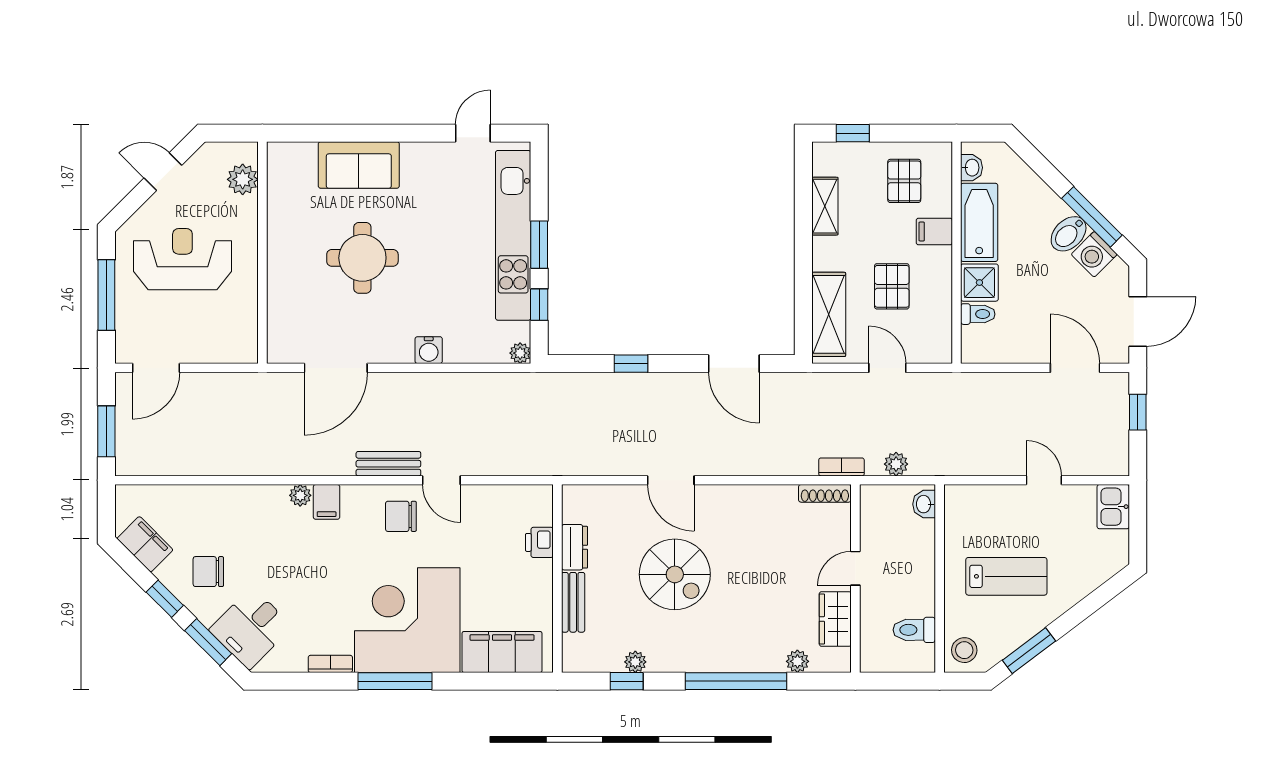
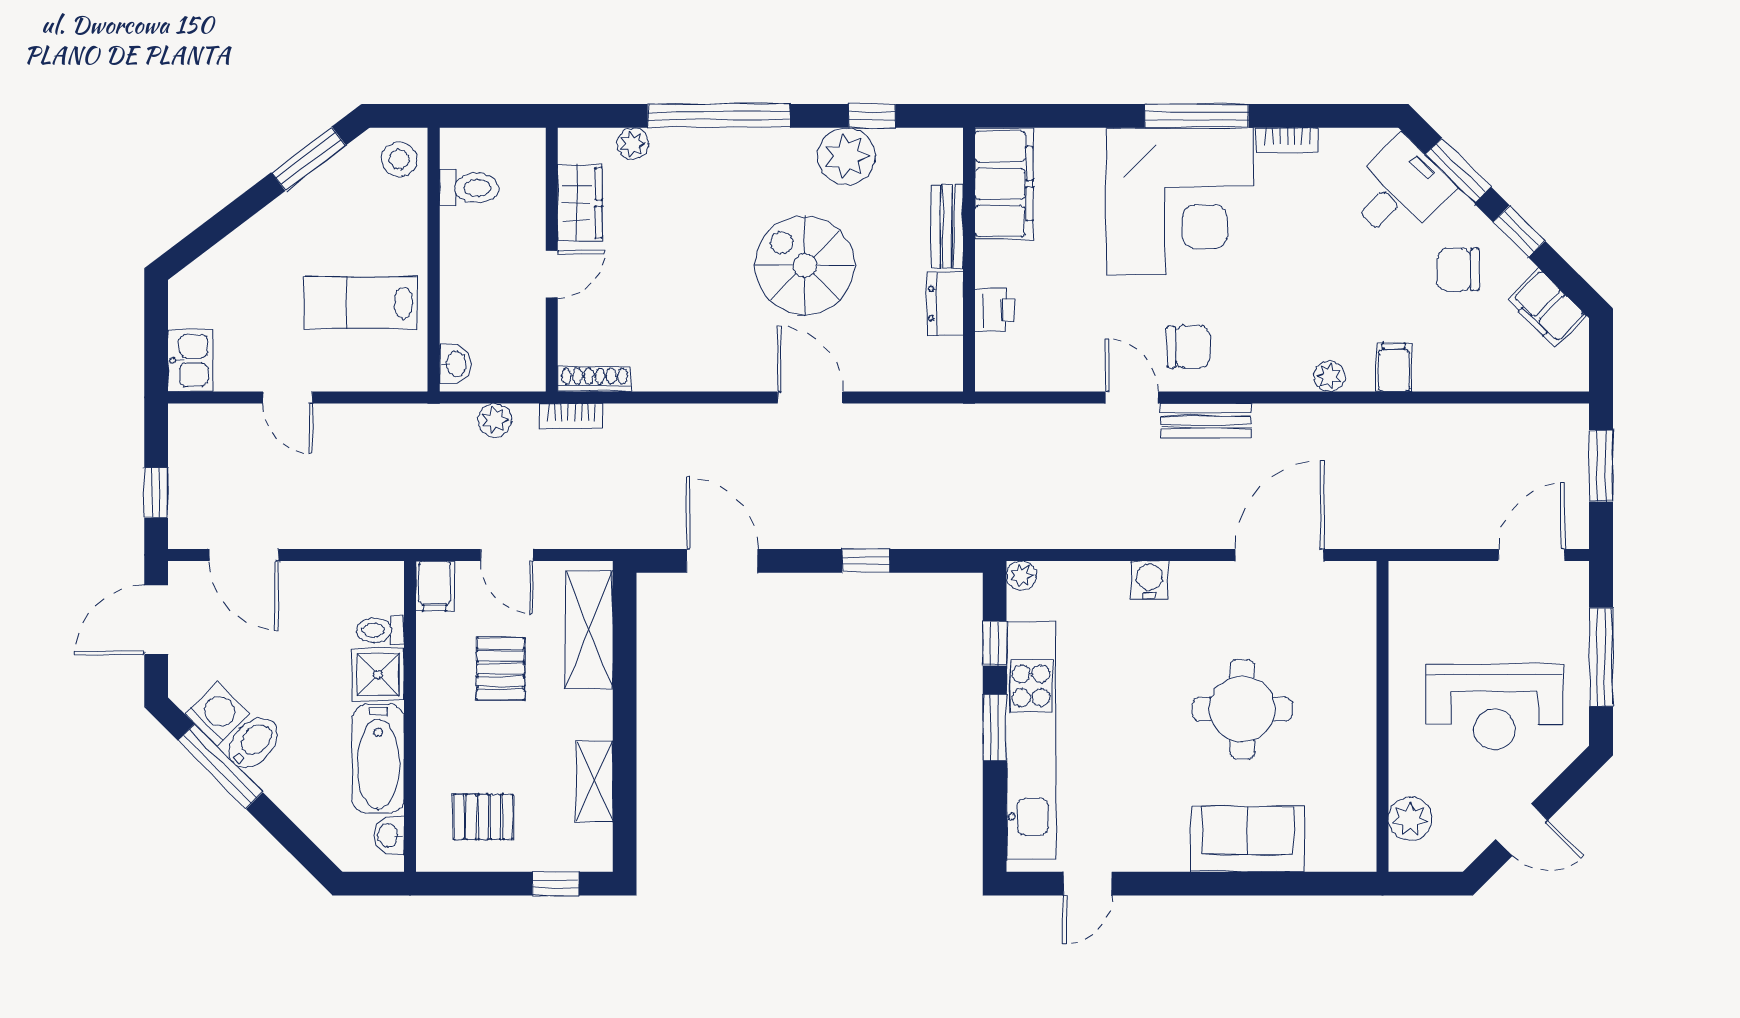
pallet: (904, 181) -> (483, 817), turned 90
filing cabinet: (934, 231) -> (435, 586), moved, turned 90
filing cabinet: (327, 502) -> (1394, 367), moved
chair: (208, 572) -> (1458, 269), turned 180
lab bench: (1006, 576) -> (361, 303), moved
filing cabinet: (502, 652) -> (1004, 184), moved, turned -90
plant: (635, 662) -> (847, 156), width x1.87, depth x1.87

